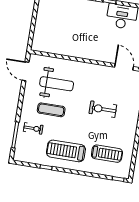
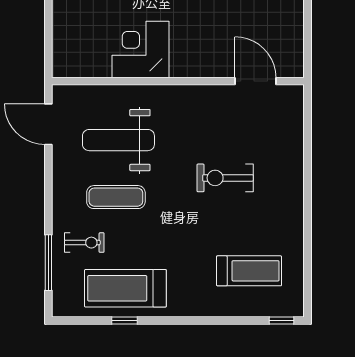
corner desk: (73, 44) -> (141, 50), added
weight bench: (57, 84) -> (118, 140), turned 180
treadmill: (66, 151) -> (125, 288), moved

